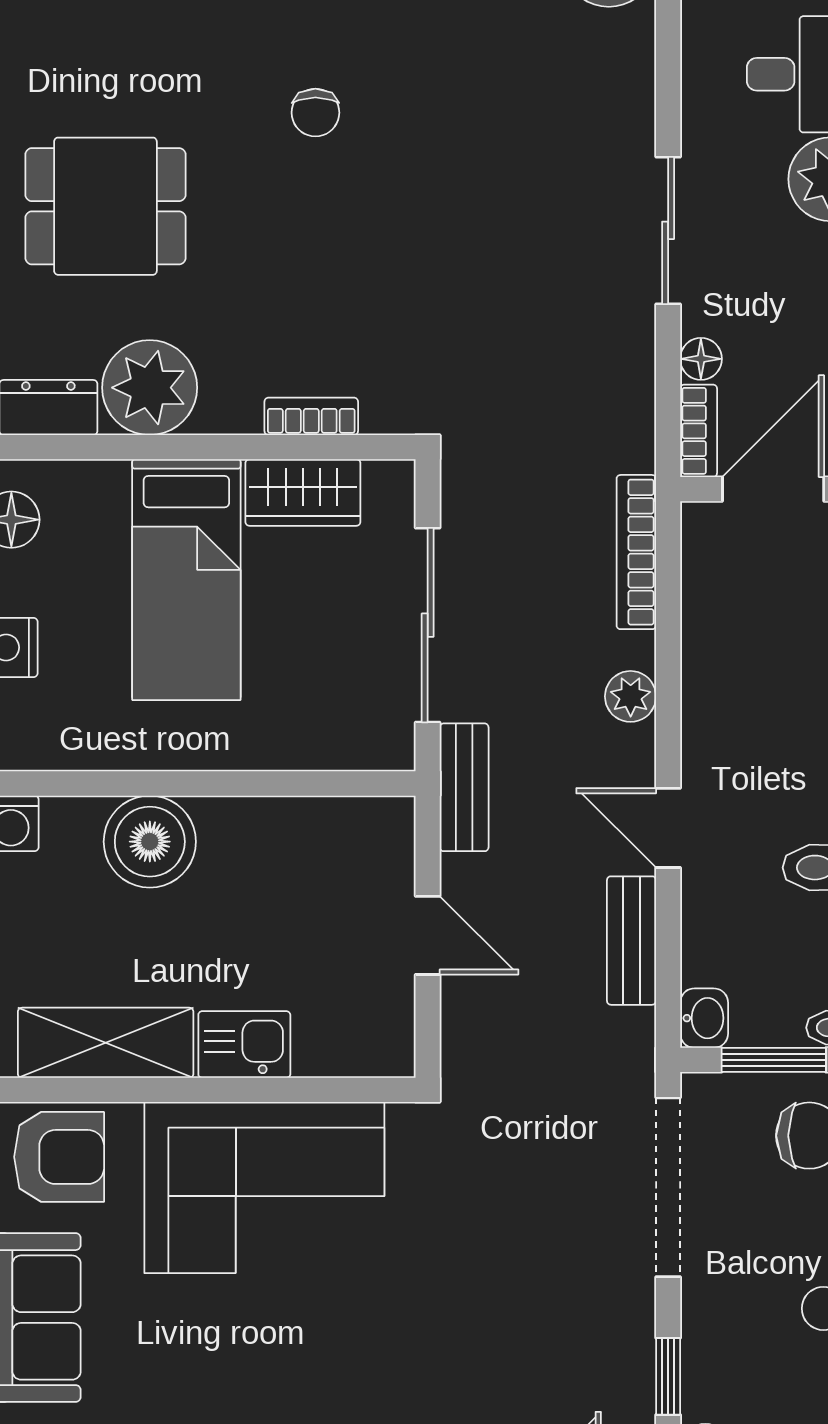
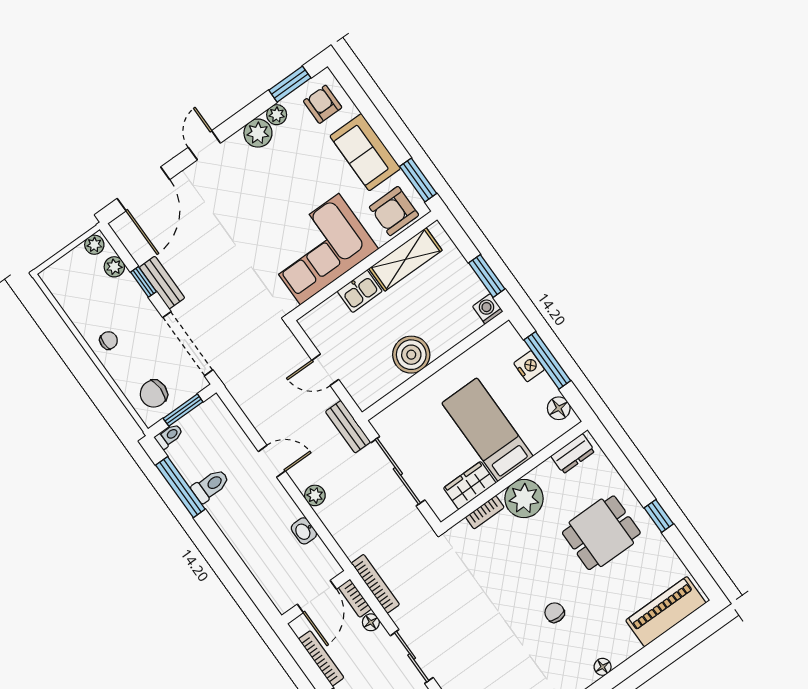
plant: (150, 388) -> (524, 498), moved
bookcase: (636, 552) -> (375, 584), moved
boiler: (150, 842) -> (411, 355), moved
bench: (631, 941) -> (162, 283), moved
washbasin: (704, 1018) -> (304, 531), moved

